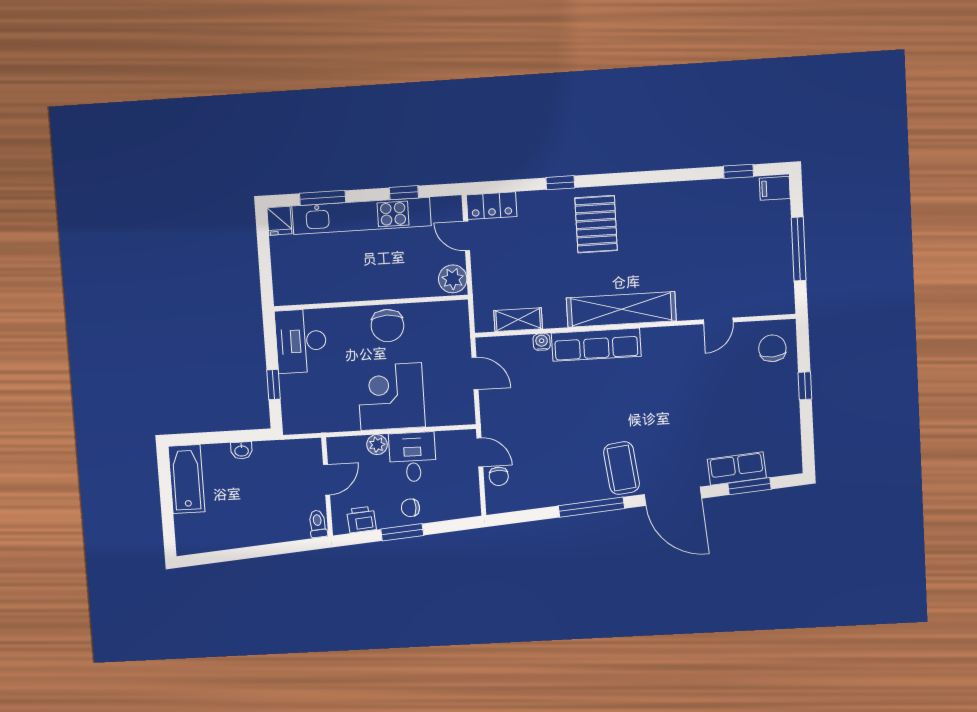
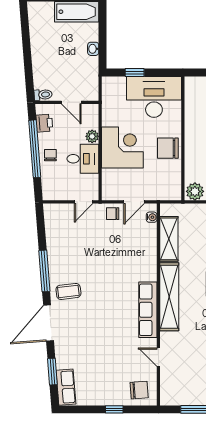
shelving: (518, 320) -> (169, 239), width x1.50, depth x1.33
desk: (301, 341) -> (154, 97), width x1.36, depth x1.30
water cooler: (542, 342) -> (152, 217), moved
row of seats: (596, 345) -> (148, 310), moved
coffee table: (622, 468) -> (68, 291), width x0.73, depth x0.77
row of seats: (737, 469) -> (66, 387), moved
chair: (499, 476) -> (113, 214), moved
window: (402, 532) -> (35, 149), width x2.11

